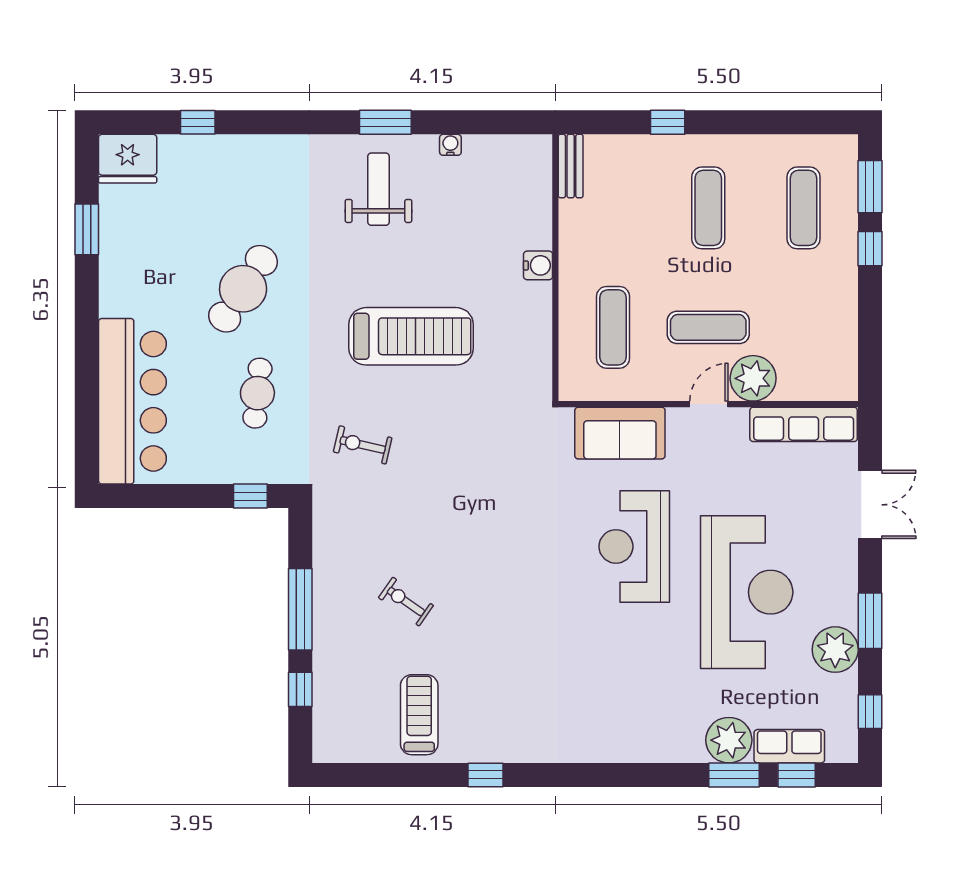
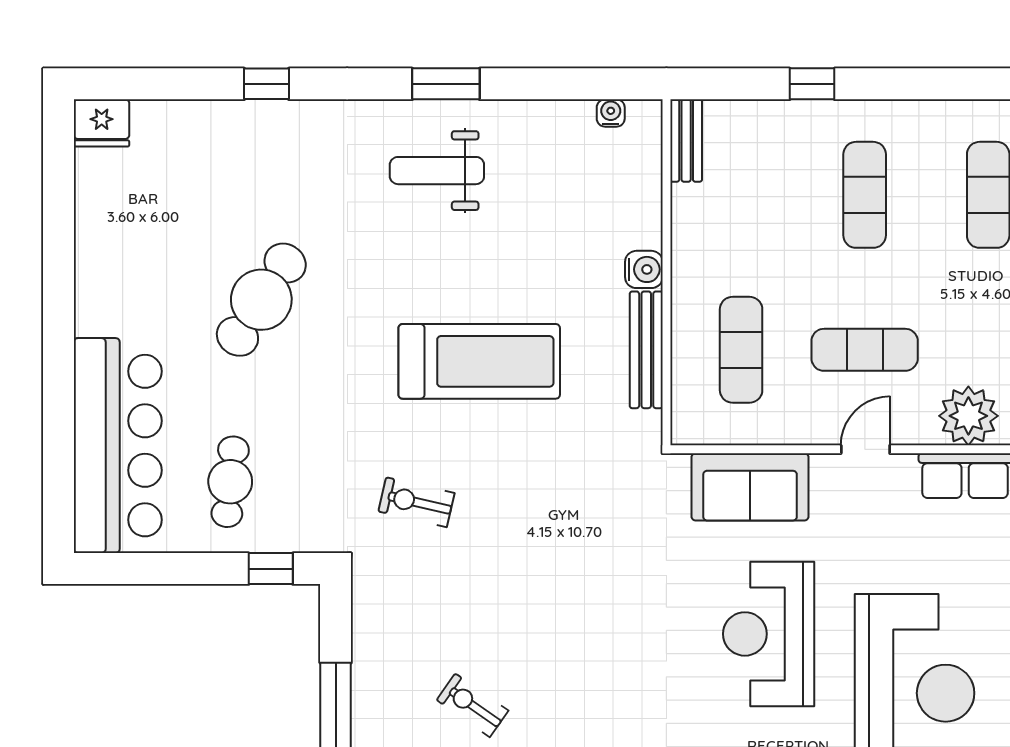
window: (198, 122) -> (267, 84), moved
water cooler: (450, 145) -> (611, 113), moved
fridge: (128, 159) -> (102, 123), width x0.73, depth x0.75
weight bench: (378, 189) -> (437, 171), turned -90
window: (87, 229) -> (59, 223), removed
bench: (540, 327) -> (646, 350), added
plant: (753, 378) -> (968, 416), moved
cafe table: (257, 393) -> (230, 482), moved

